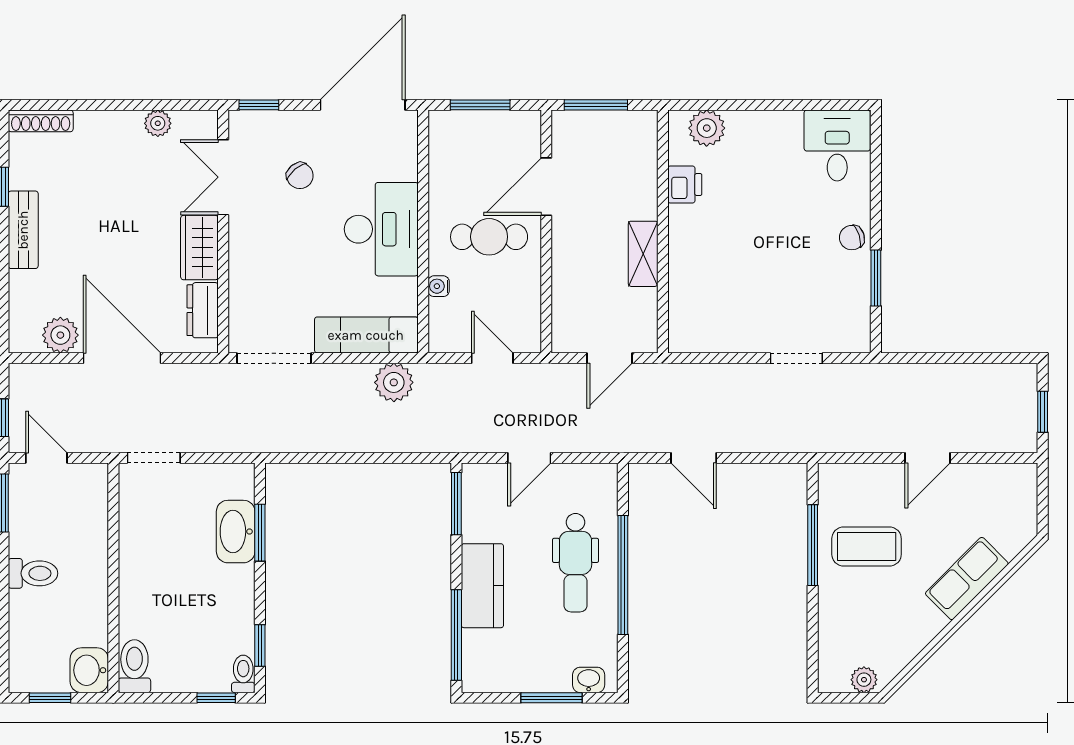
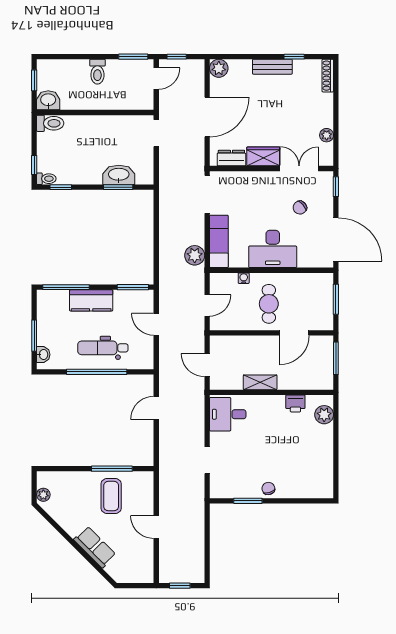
desk: (837, 145) -> (228, 414), moved, turned 180
door: (546, 187) -> (294, 333), swing flipped
plant: (60, 335) -> (219, 68), moved

